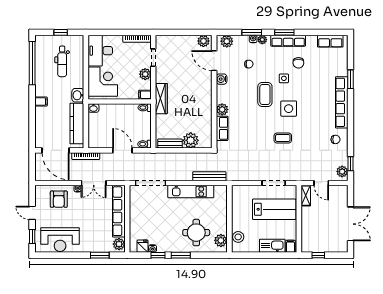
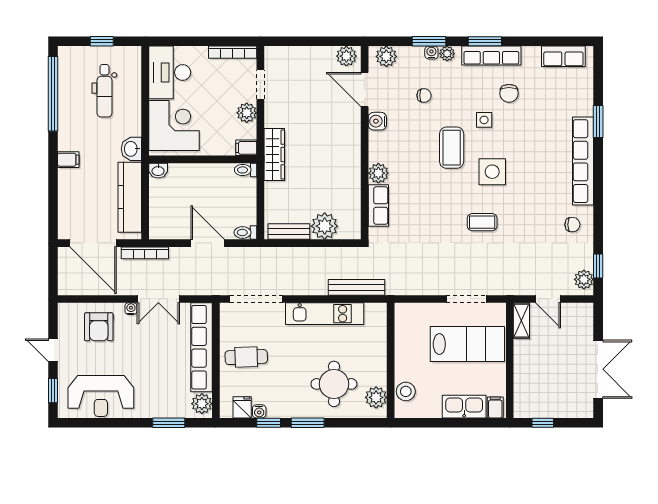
cafe table: (145, 217) -> (246, 357), added

